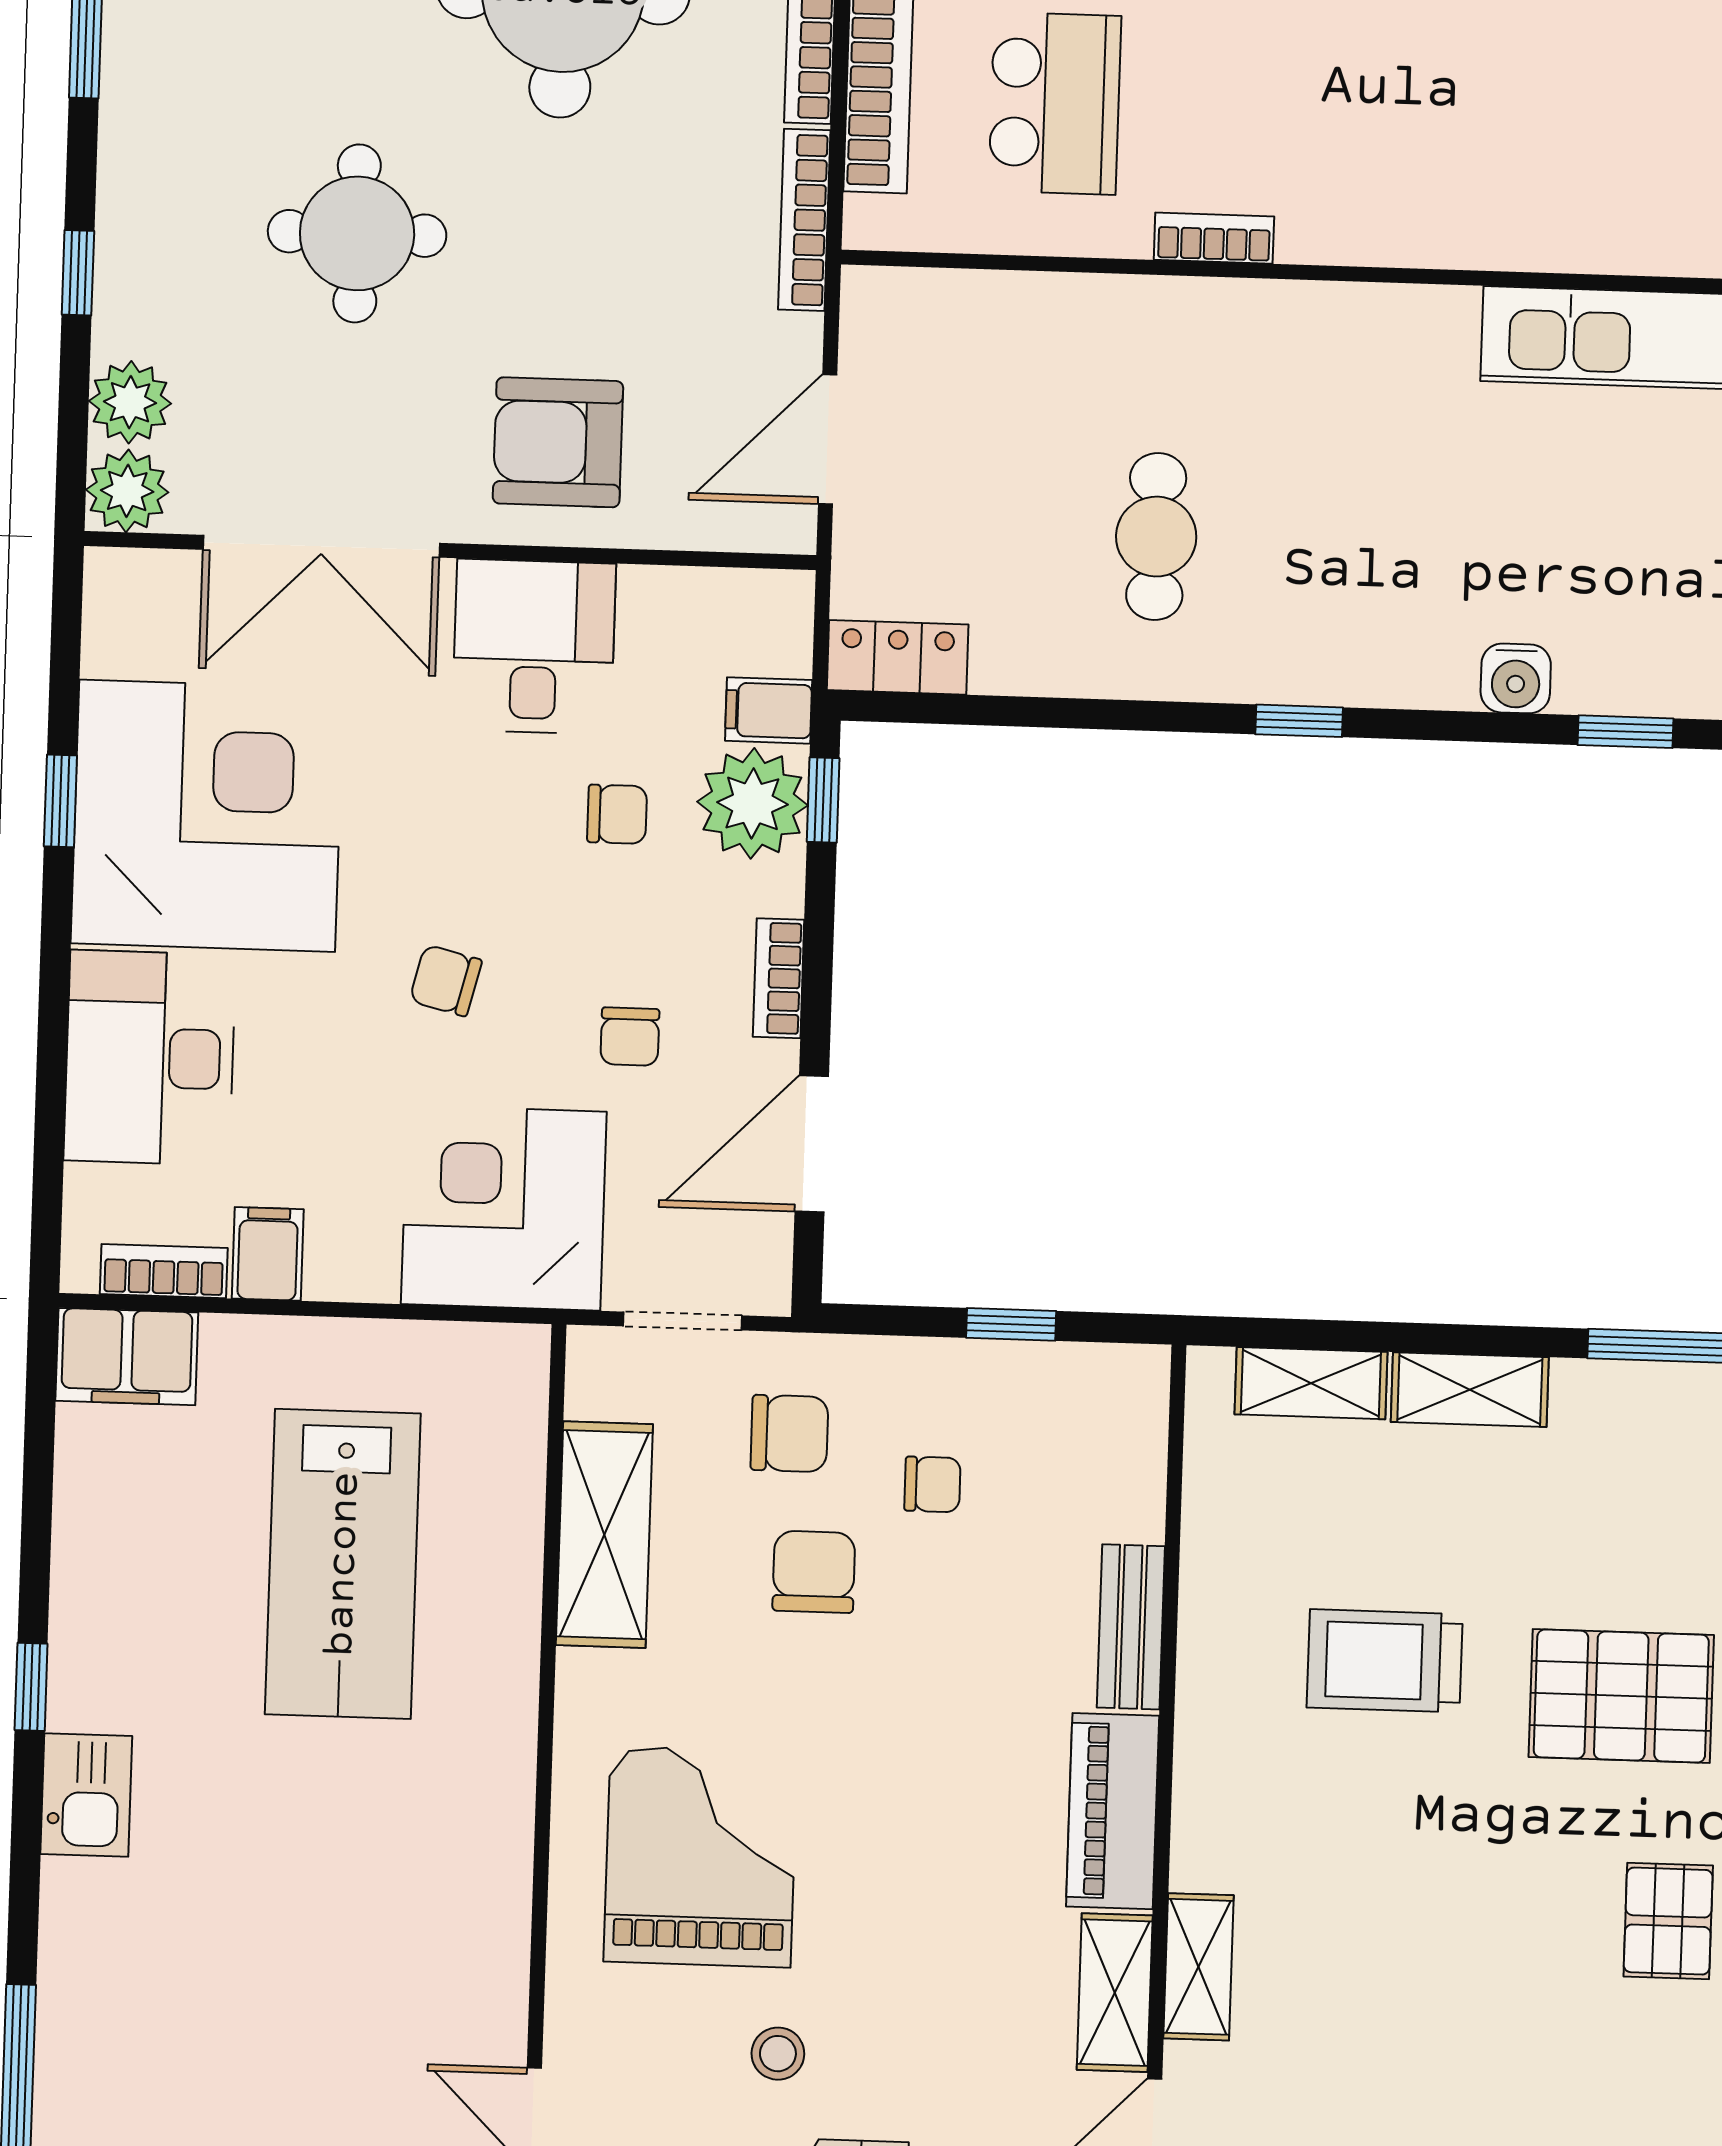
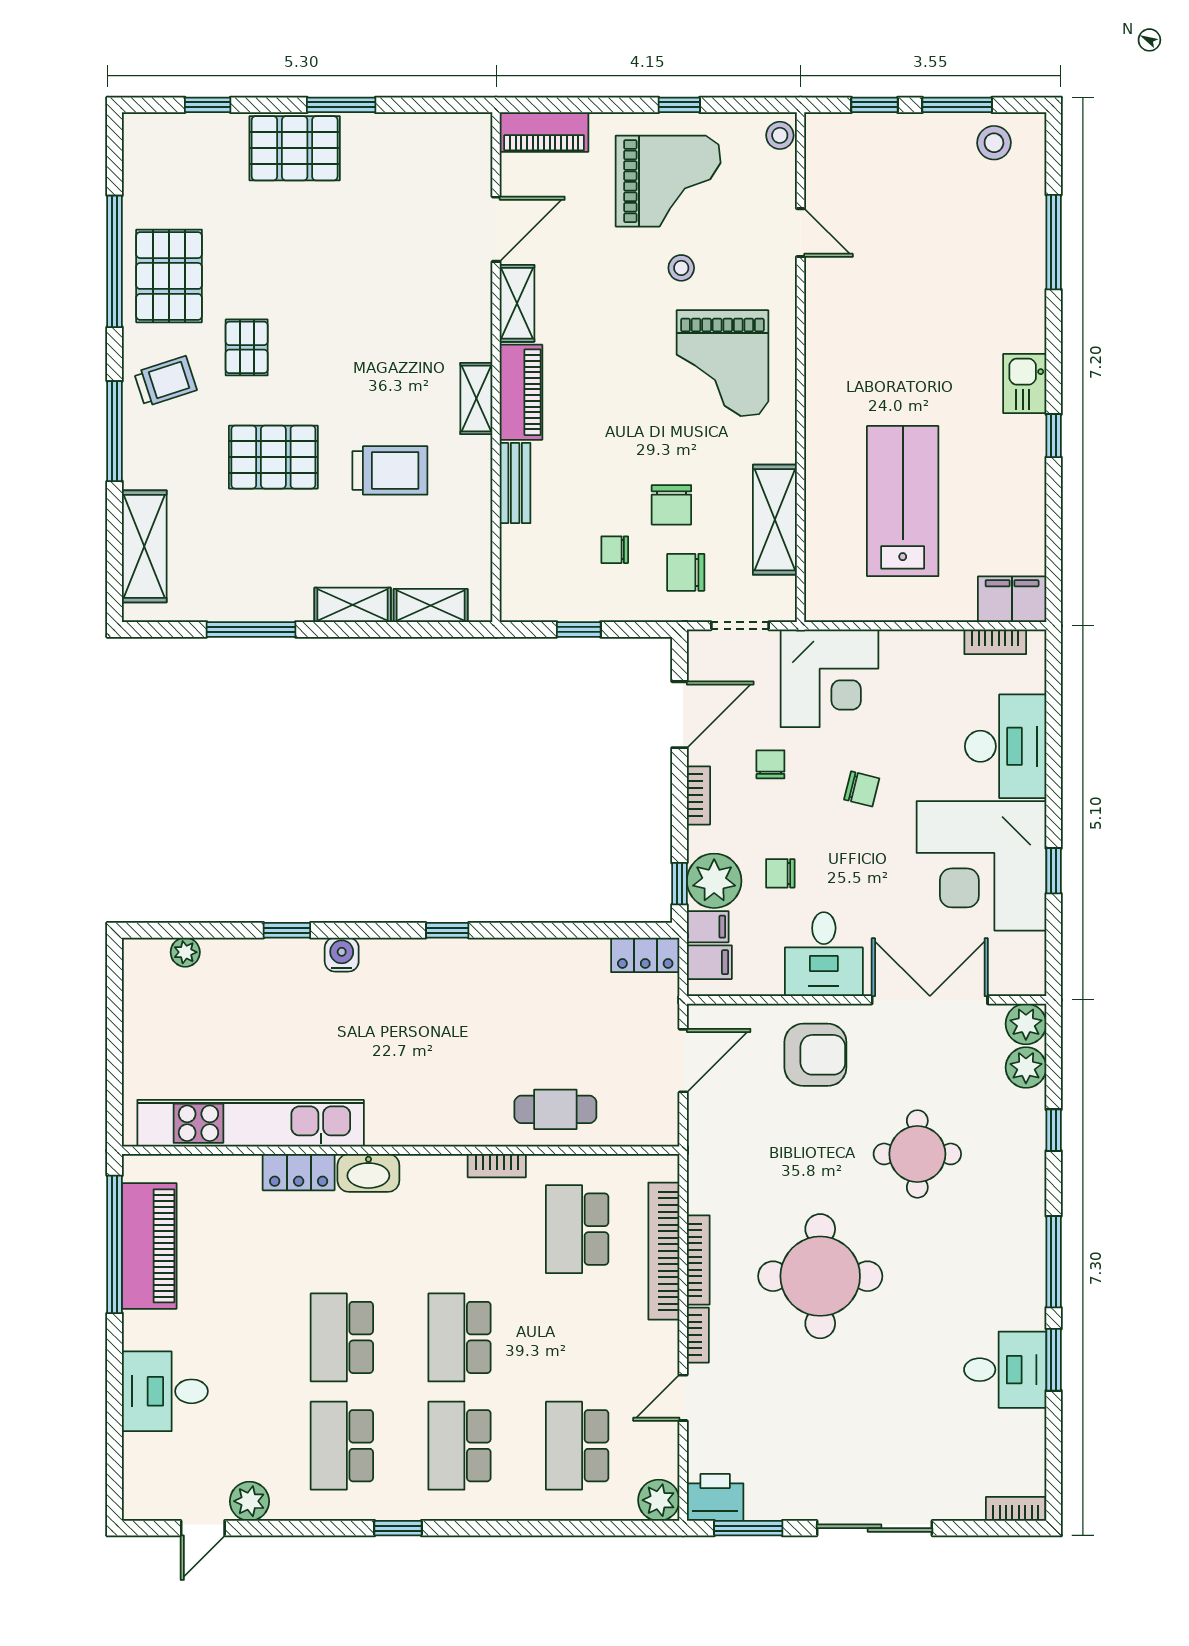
bookcase: (804, 220) -> (698, 1168), removed
washbasin: (1476, 232) -> (368, 1173), added
locker: (1618, 238) -> (299, 1172), added
cafe table: (1156, 537) -> (555, 1109), moved, turned 90
filing cabinet: (268, 1254) -> (709, 962), moved, turned -90
shelving: (1199, 1967) -> (476, 399), moved

